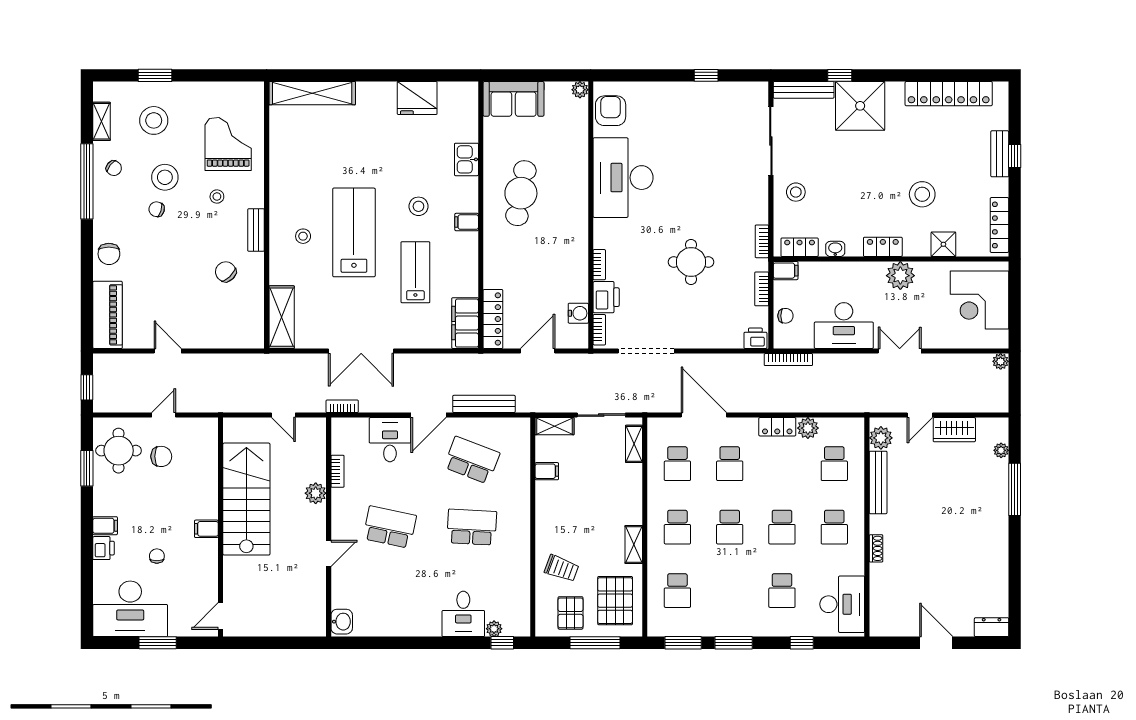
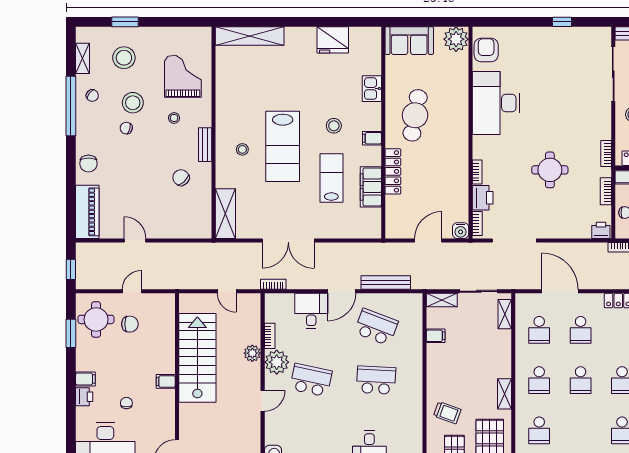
plant: (580, 90) -> (456, 39), width x1.88, depth x1.88
lab bench: (354, 232) -> (283, 146), turned 180
water cooler: (578, 313) -> (461, 231), moved, turned 90
locker: (493, 319) -> (393, 171), moved
filing cabinet: (465, 323) -> (371, 187), moved
plant: (346, 504) -> (277, 362), added

